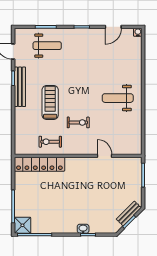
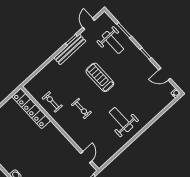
treadmill: (50, 103) -> (100, 77), moved, turned -90
door: (104, 156) -> (86, 157), moved

